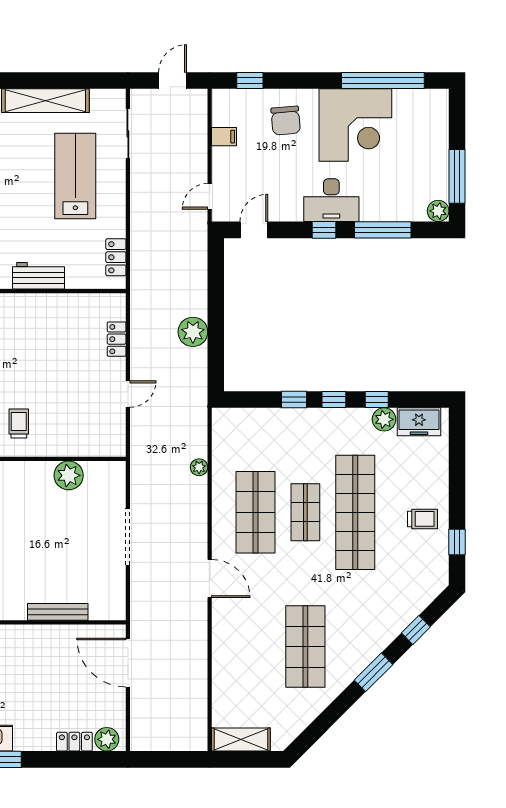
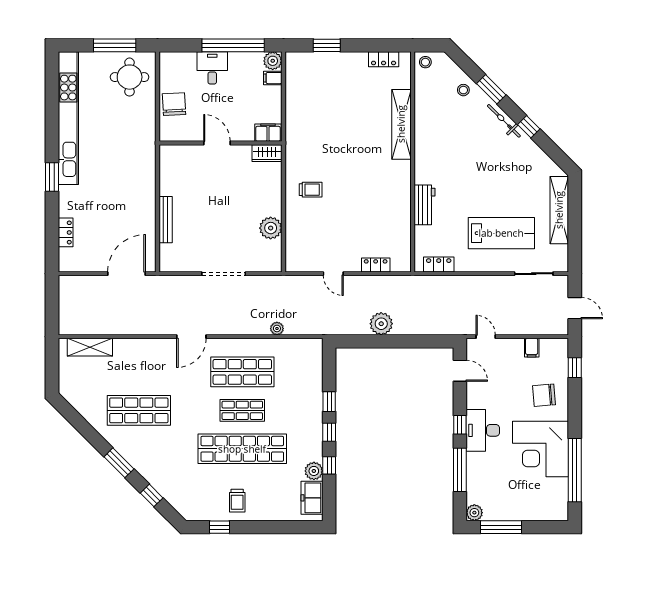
plant: (107, 739) -> (67, 257), removed
shelving: (241, 739) -> (90, 347), moved, turned 90

